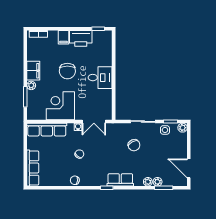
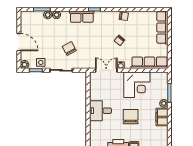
door: (189, 168) -> (19, 42), moved

